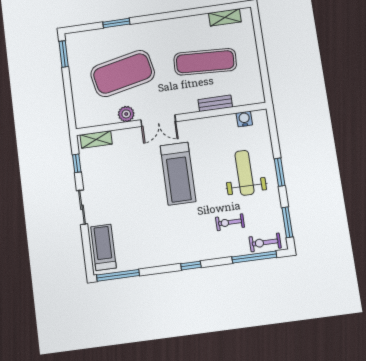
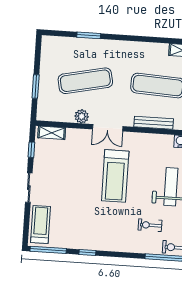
window: (64, 54) -> (36, 86), moved
exercise mat: (123, 73) -> (85, 81), width x0.68
bench: (215, 103) -> (154, 123), width x1.36
window: (191, 266) -> (87, 252), moved

